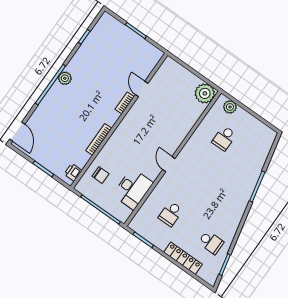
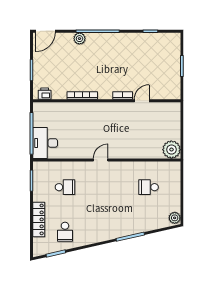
plant: (65, 78) -> (79, 39), moved
plant: (230, 107) -> (175, 218), moved
chair: (101, 175) -> (57, 115), removed
desk: (133, 189) -> (45, 143), moved, turned 90
school desk: (171, 214) -> (65, 187), turned 180

